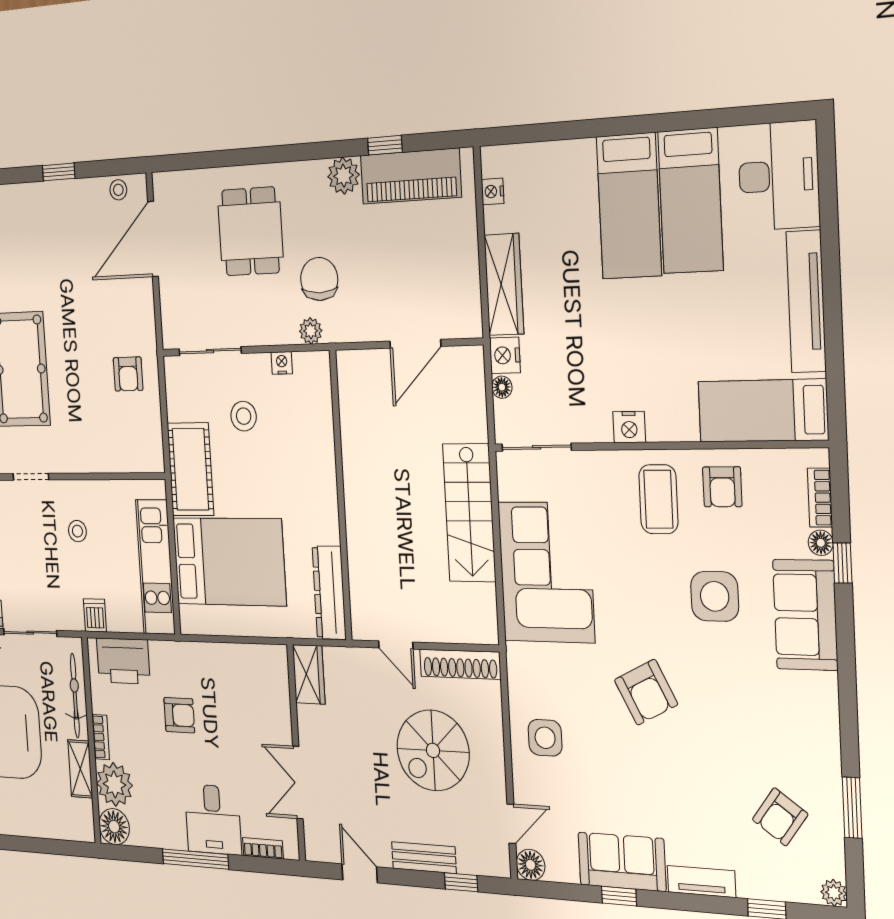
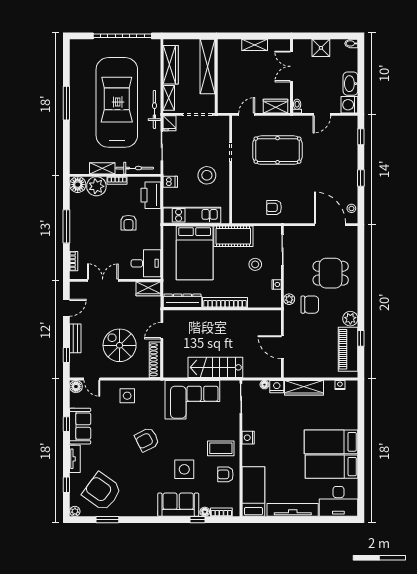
bookcase: (327, 489) -> (225, 303), added
stool: (77, 531) -> (207, 175), width x1.89, depth x1.89
armchair: (780, 817) -> (102, 492), width x1.88, depth x1.88
desk: (213, 819) -> (146, 263), moved, turned 180

